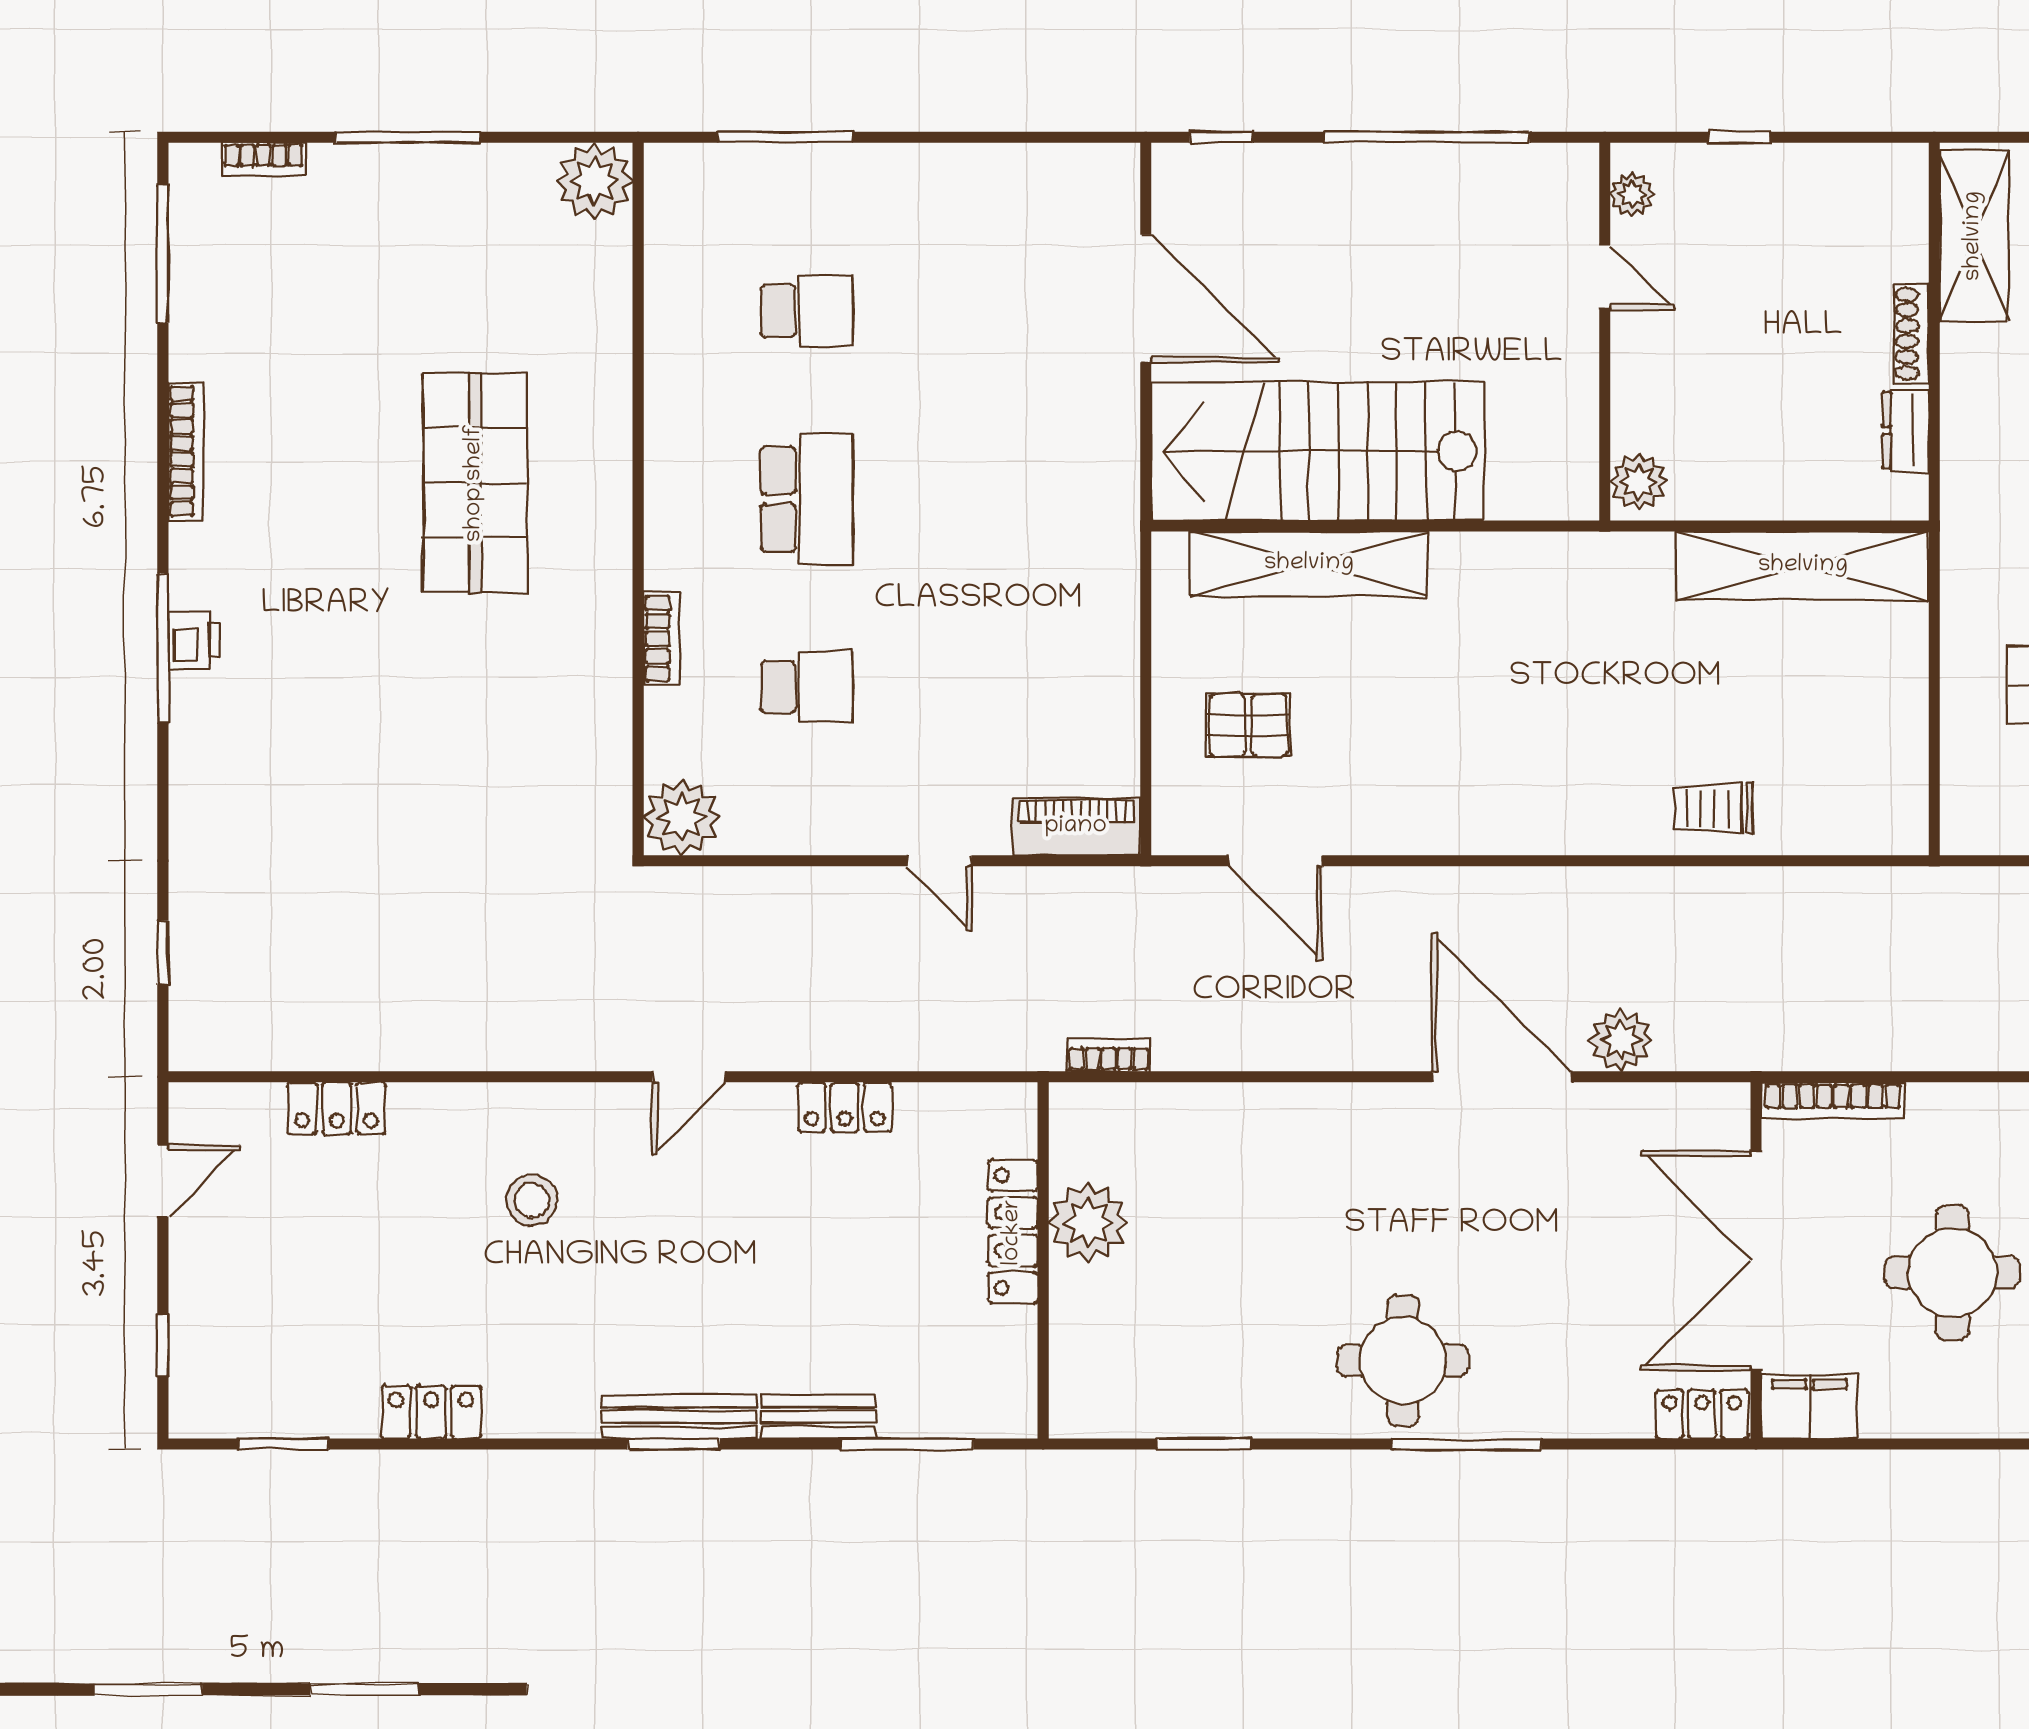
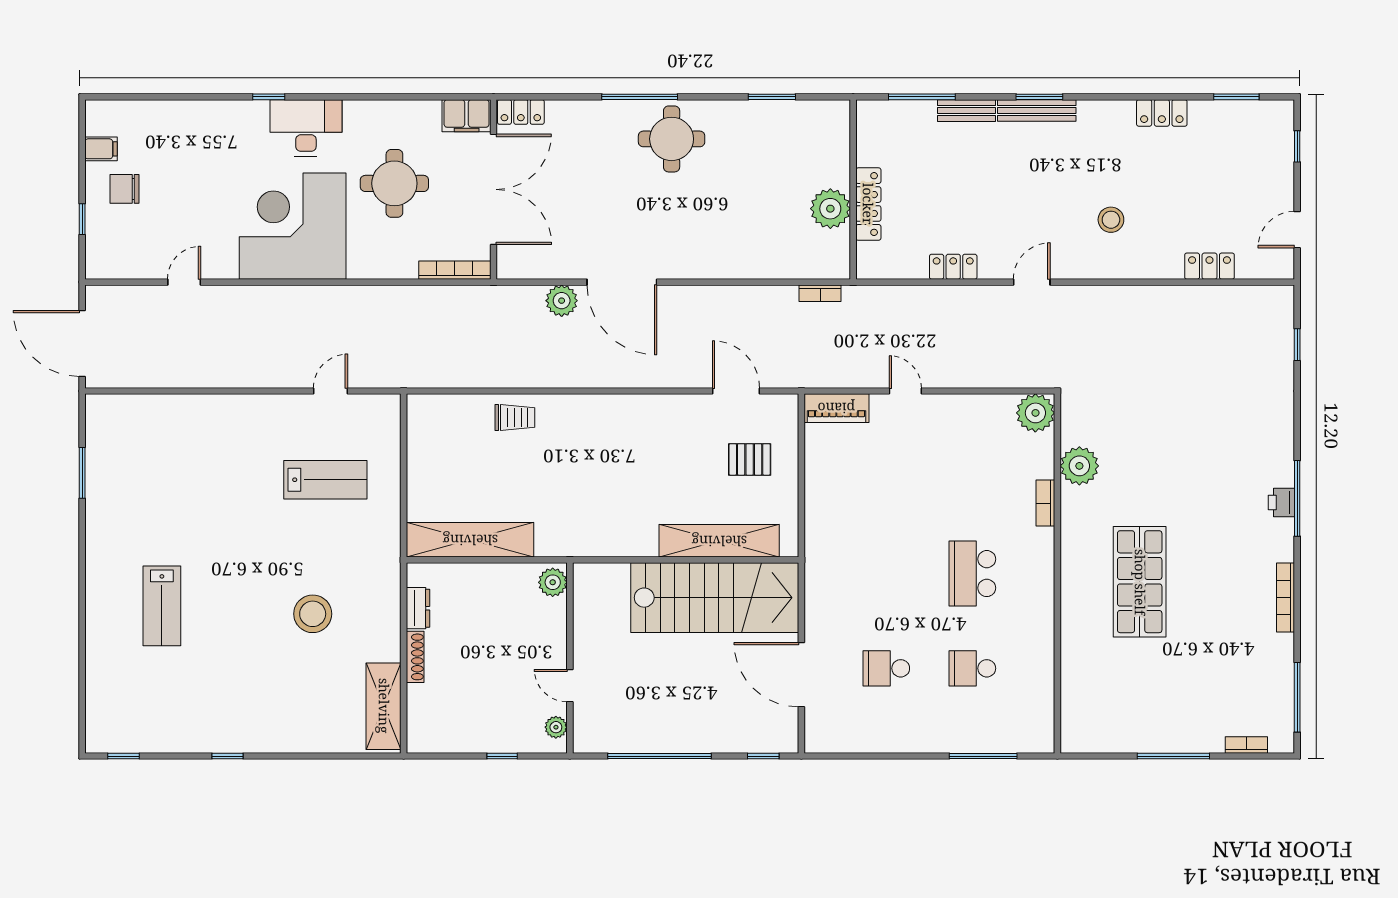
plant: (594, 181) -> (1079, 466), moved
school desk: (807, 687) -> (886, 668), moved

